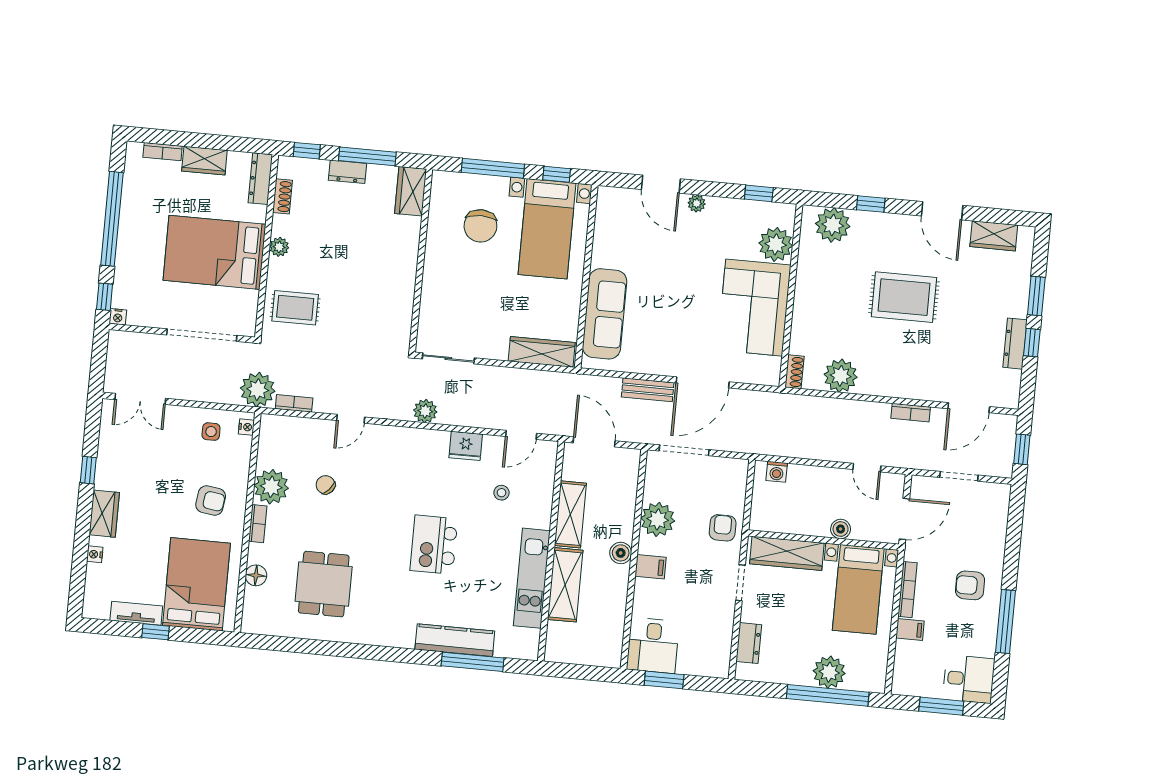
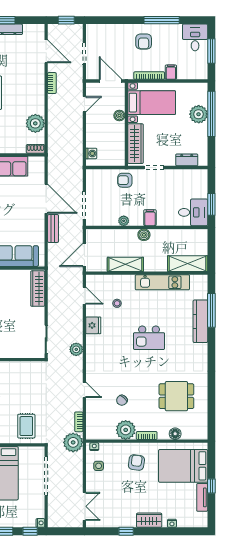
plant: (658, 519) -> (124, 221), width x0.53, depth x0.53
shelving: (565, 585) -> (188, 264), moved

